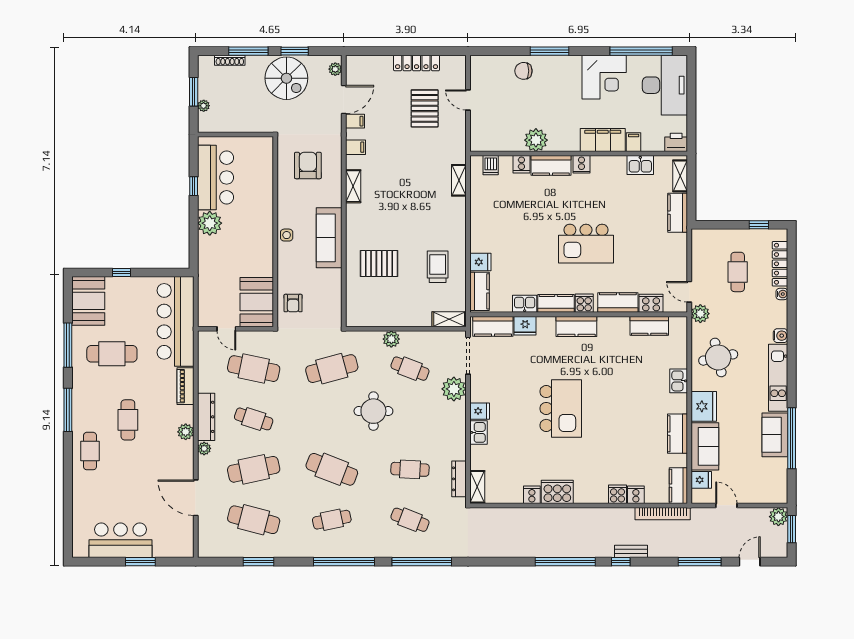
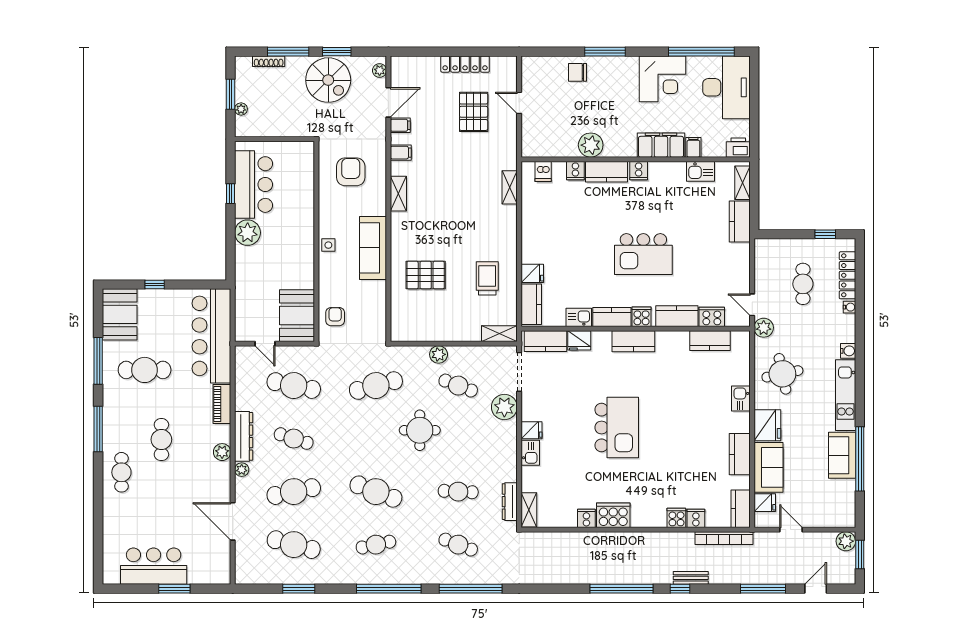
armchair: (293, 303) -> (335, 317), turned 180

